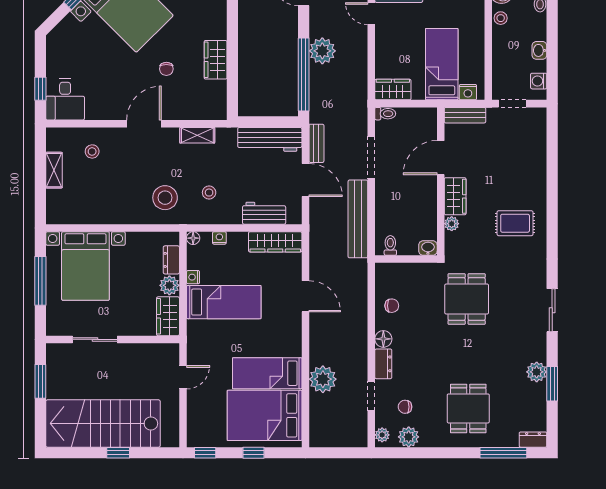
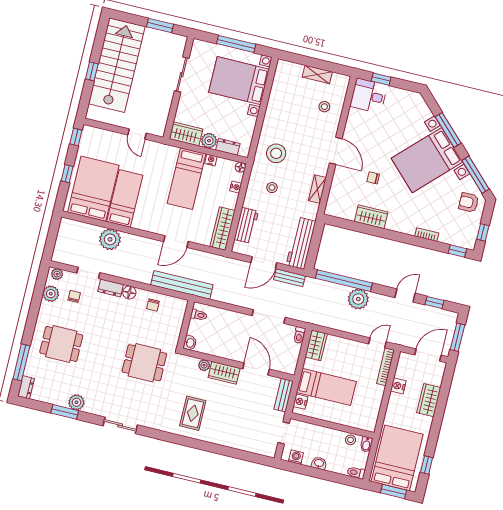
bench: (358, 219) -> (182, 285), moved

